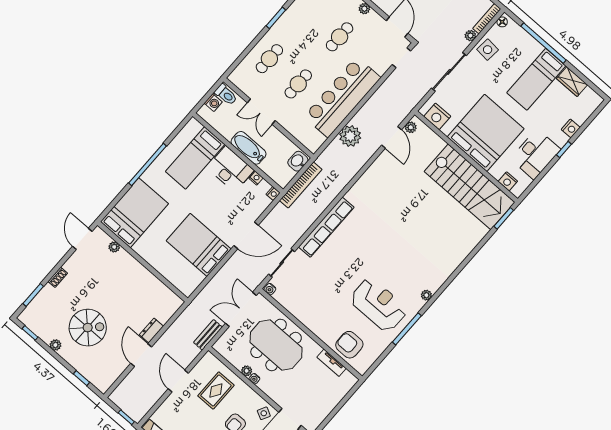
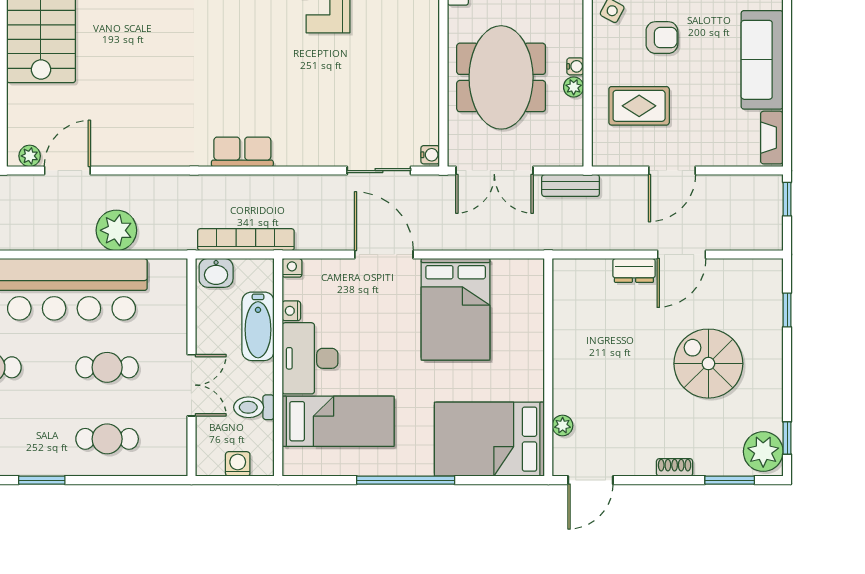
toilet: (226, 95) -> (254, 407), moved, turned -90
bathtub: (248, 148) -> (258, 326), moved
row of seats: (326, 227) -> (242, 152), width x0.50
plant: (55, 345) -> (763, 452), moved, width x1.87, depth x1.87

